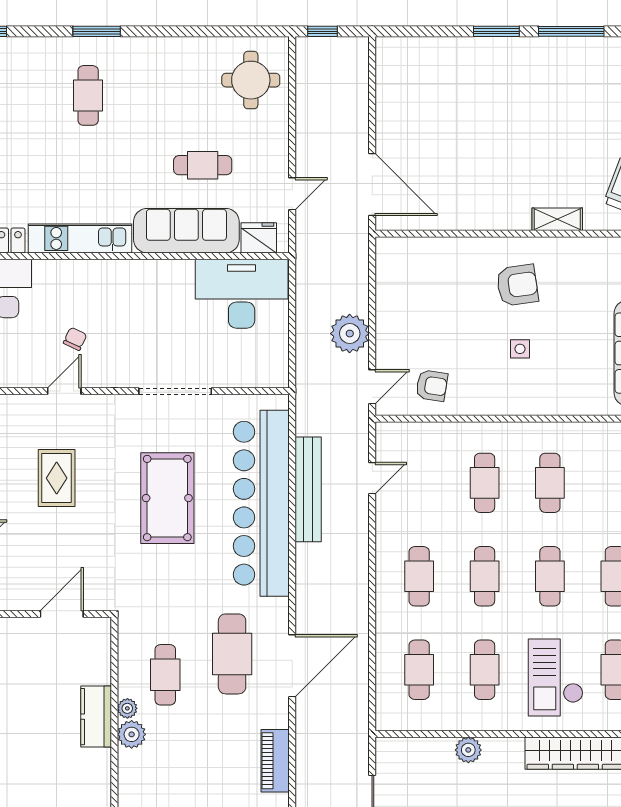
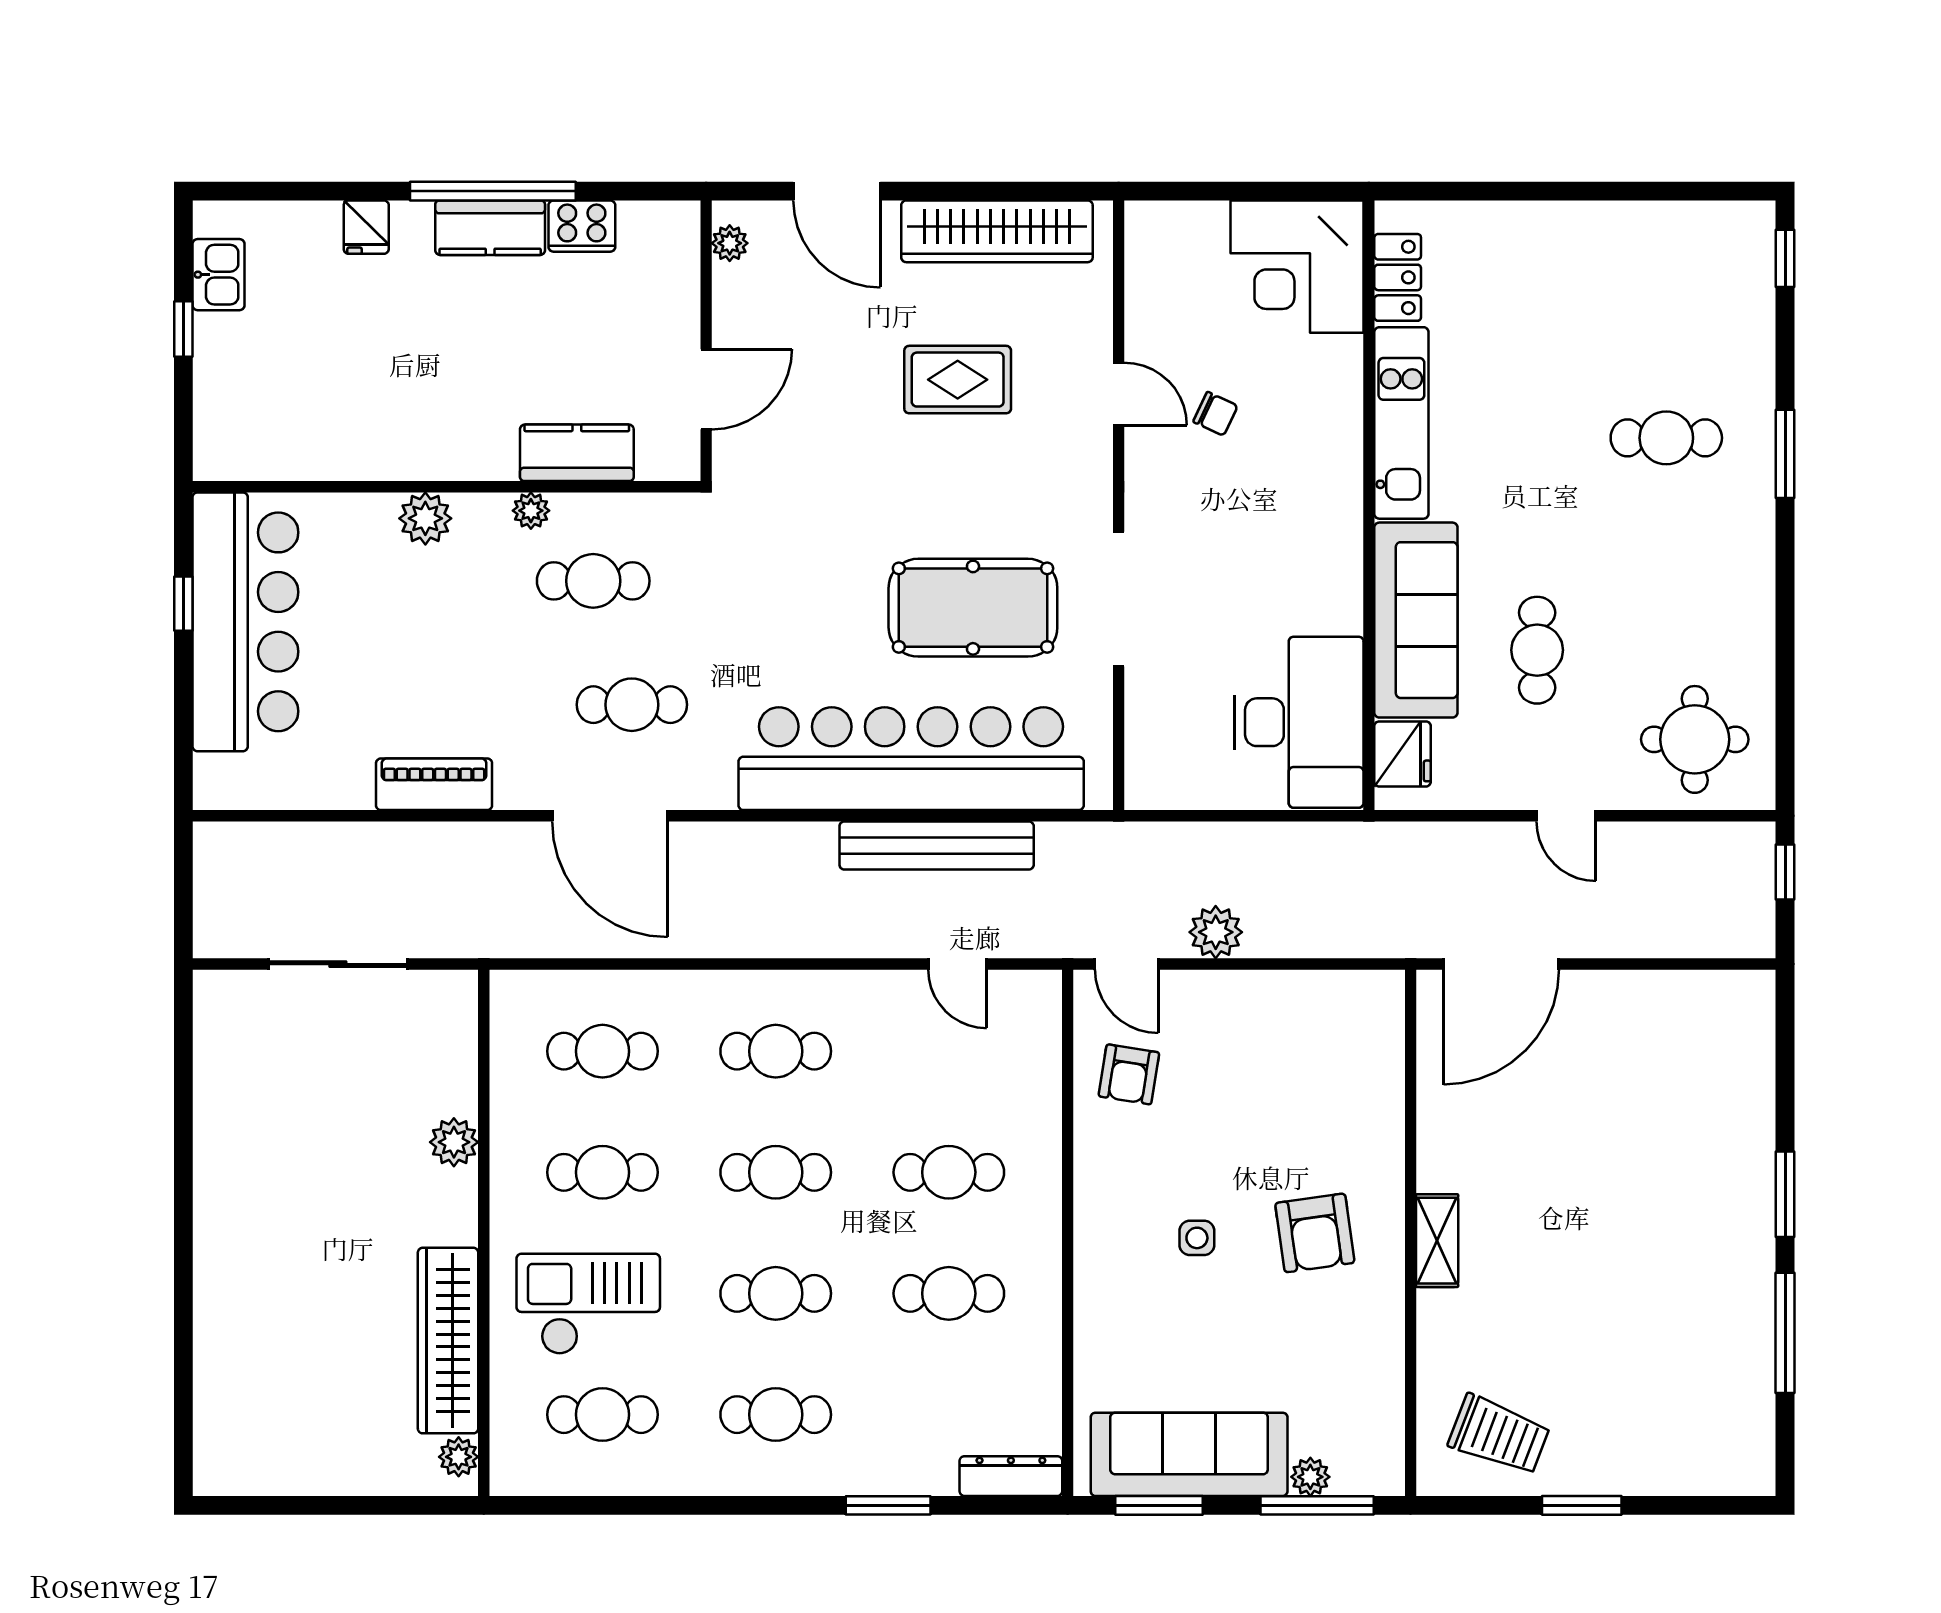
door: (292, 194) -> (1566, 816), moved
shelving: (557, 219) -> (1437, 1241), moved
plant: (350, 334) -> (1216, 932), width x0.73, depth x0.73
pool table: (167, 498) -> (973, 608), moved
door: (62, 614) -> (706, 389), hinge flipped
cafe table: (232, 654) -> (632, 705), width x0.73, depth x0.74
kitchen counter: (96, 717) -> (577, 453), moved
plant: (132, 734) -> (425, 518), moved

